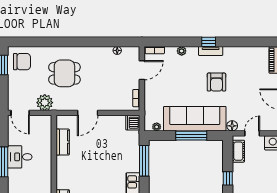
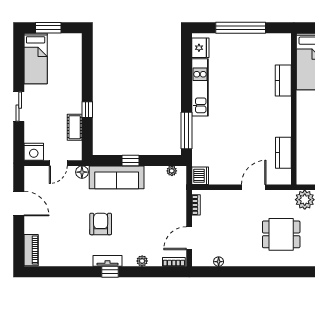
sofa: (195, 119) -> (117, 177), width x0.74, depth x0.79
window: (191, 136) -> (131, 160), width x0.46
cot: (238, 151) -> (75, 127), moved

